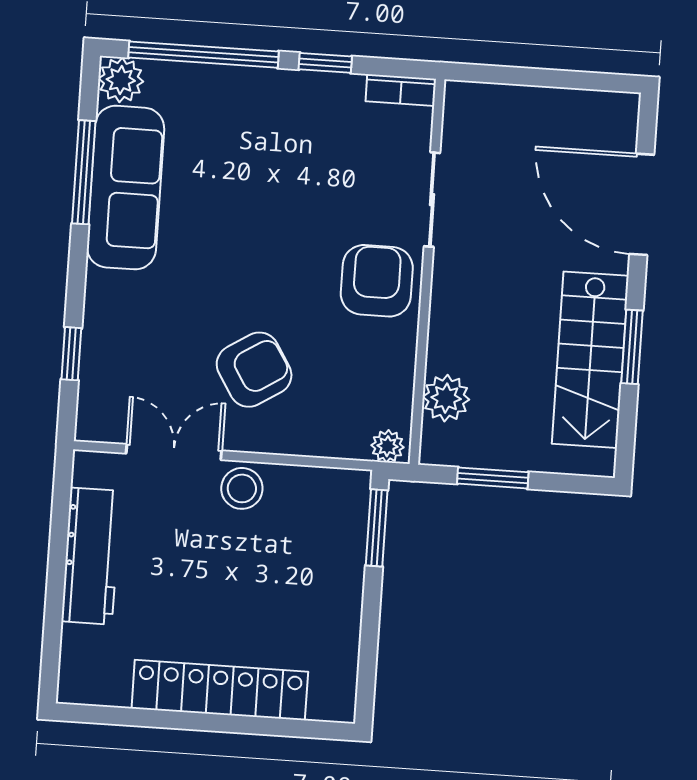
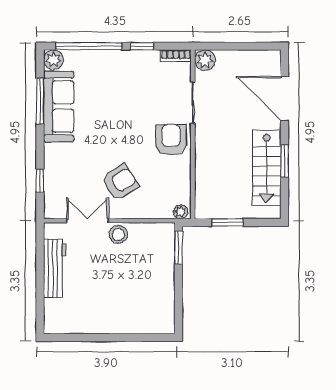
plant: (446, 398) -> (205, 60), moved
locker: (220, 690) -> (115, 323), removed

